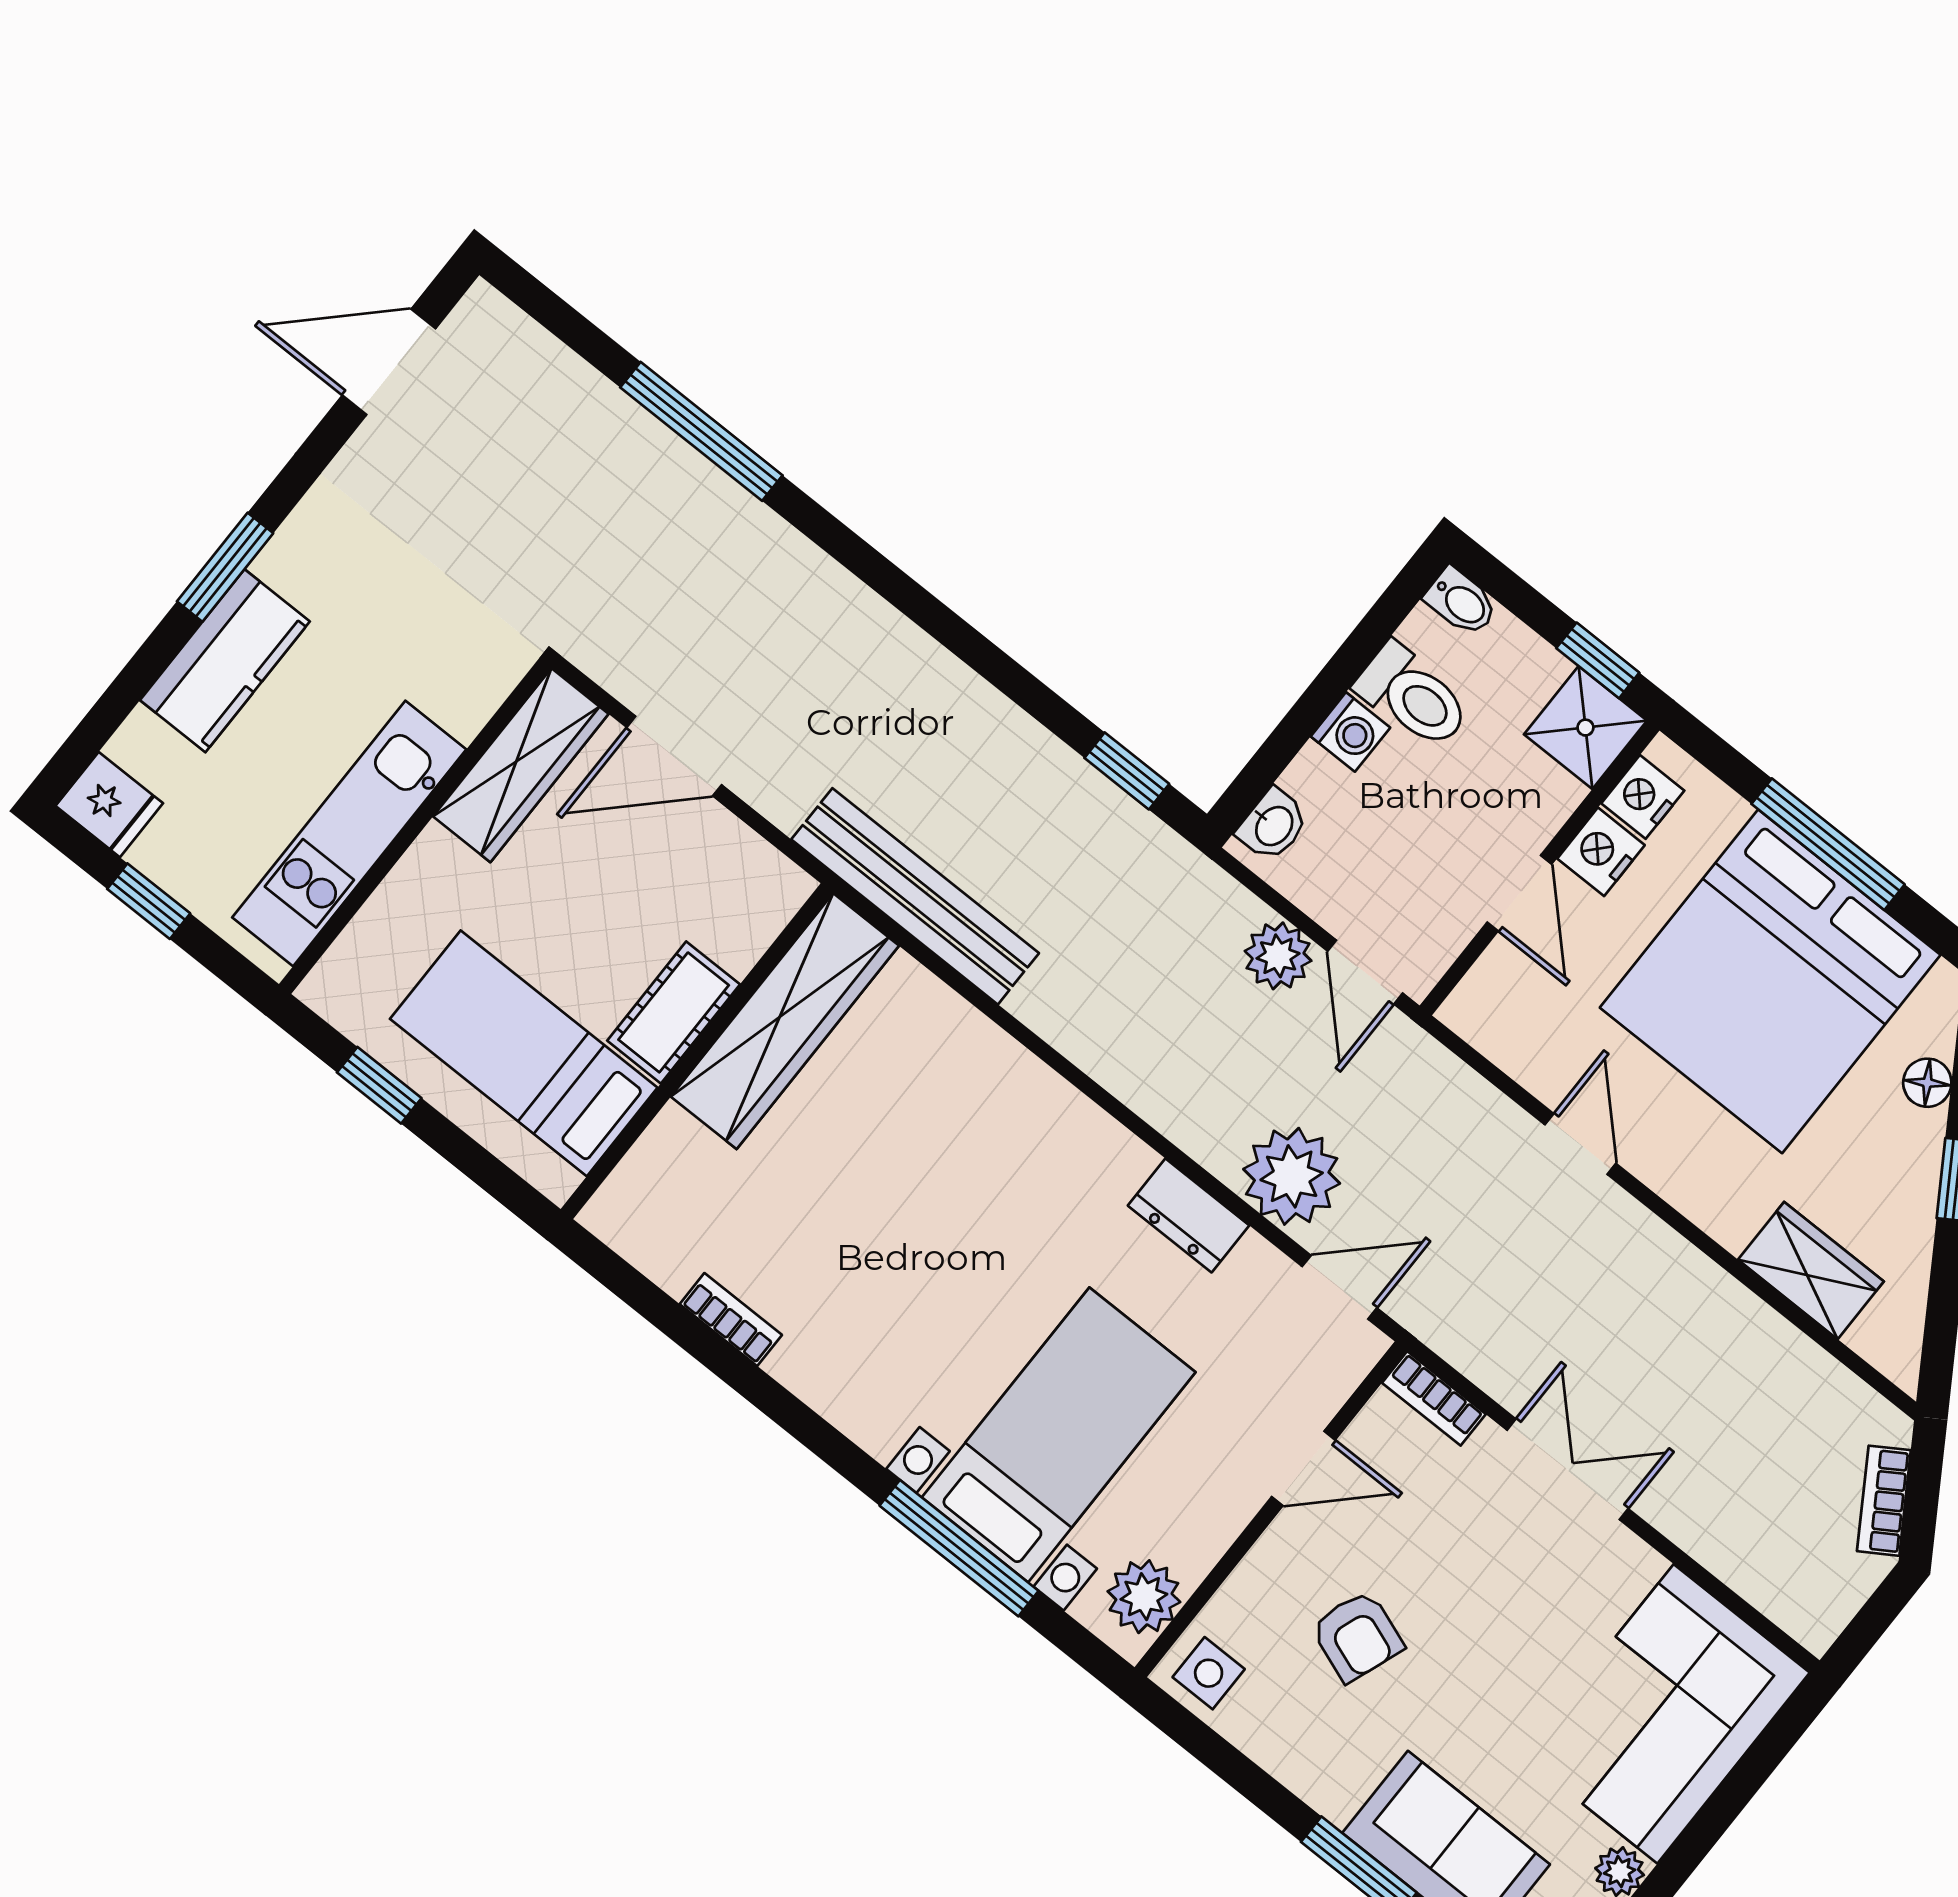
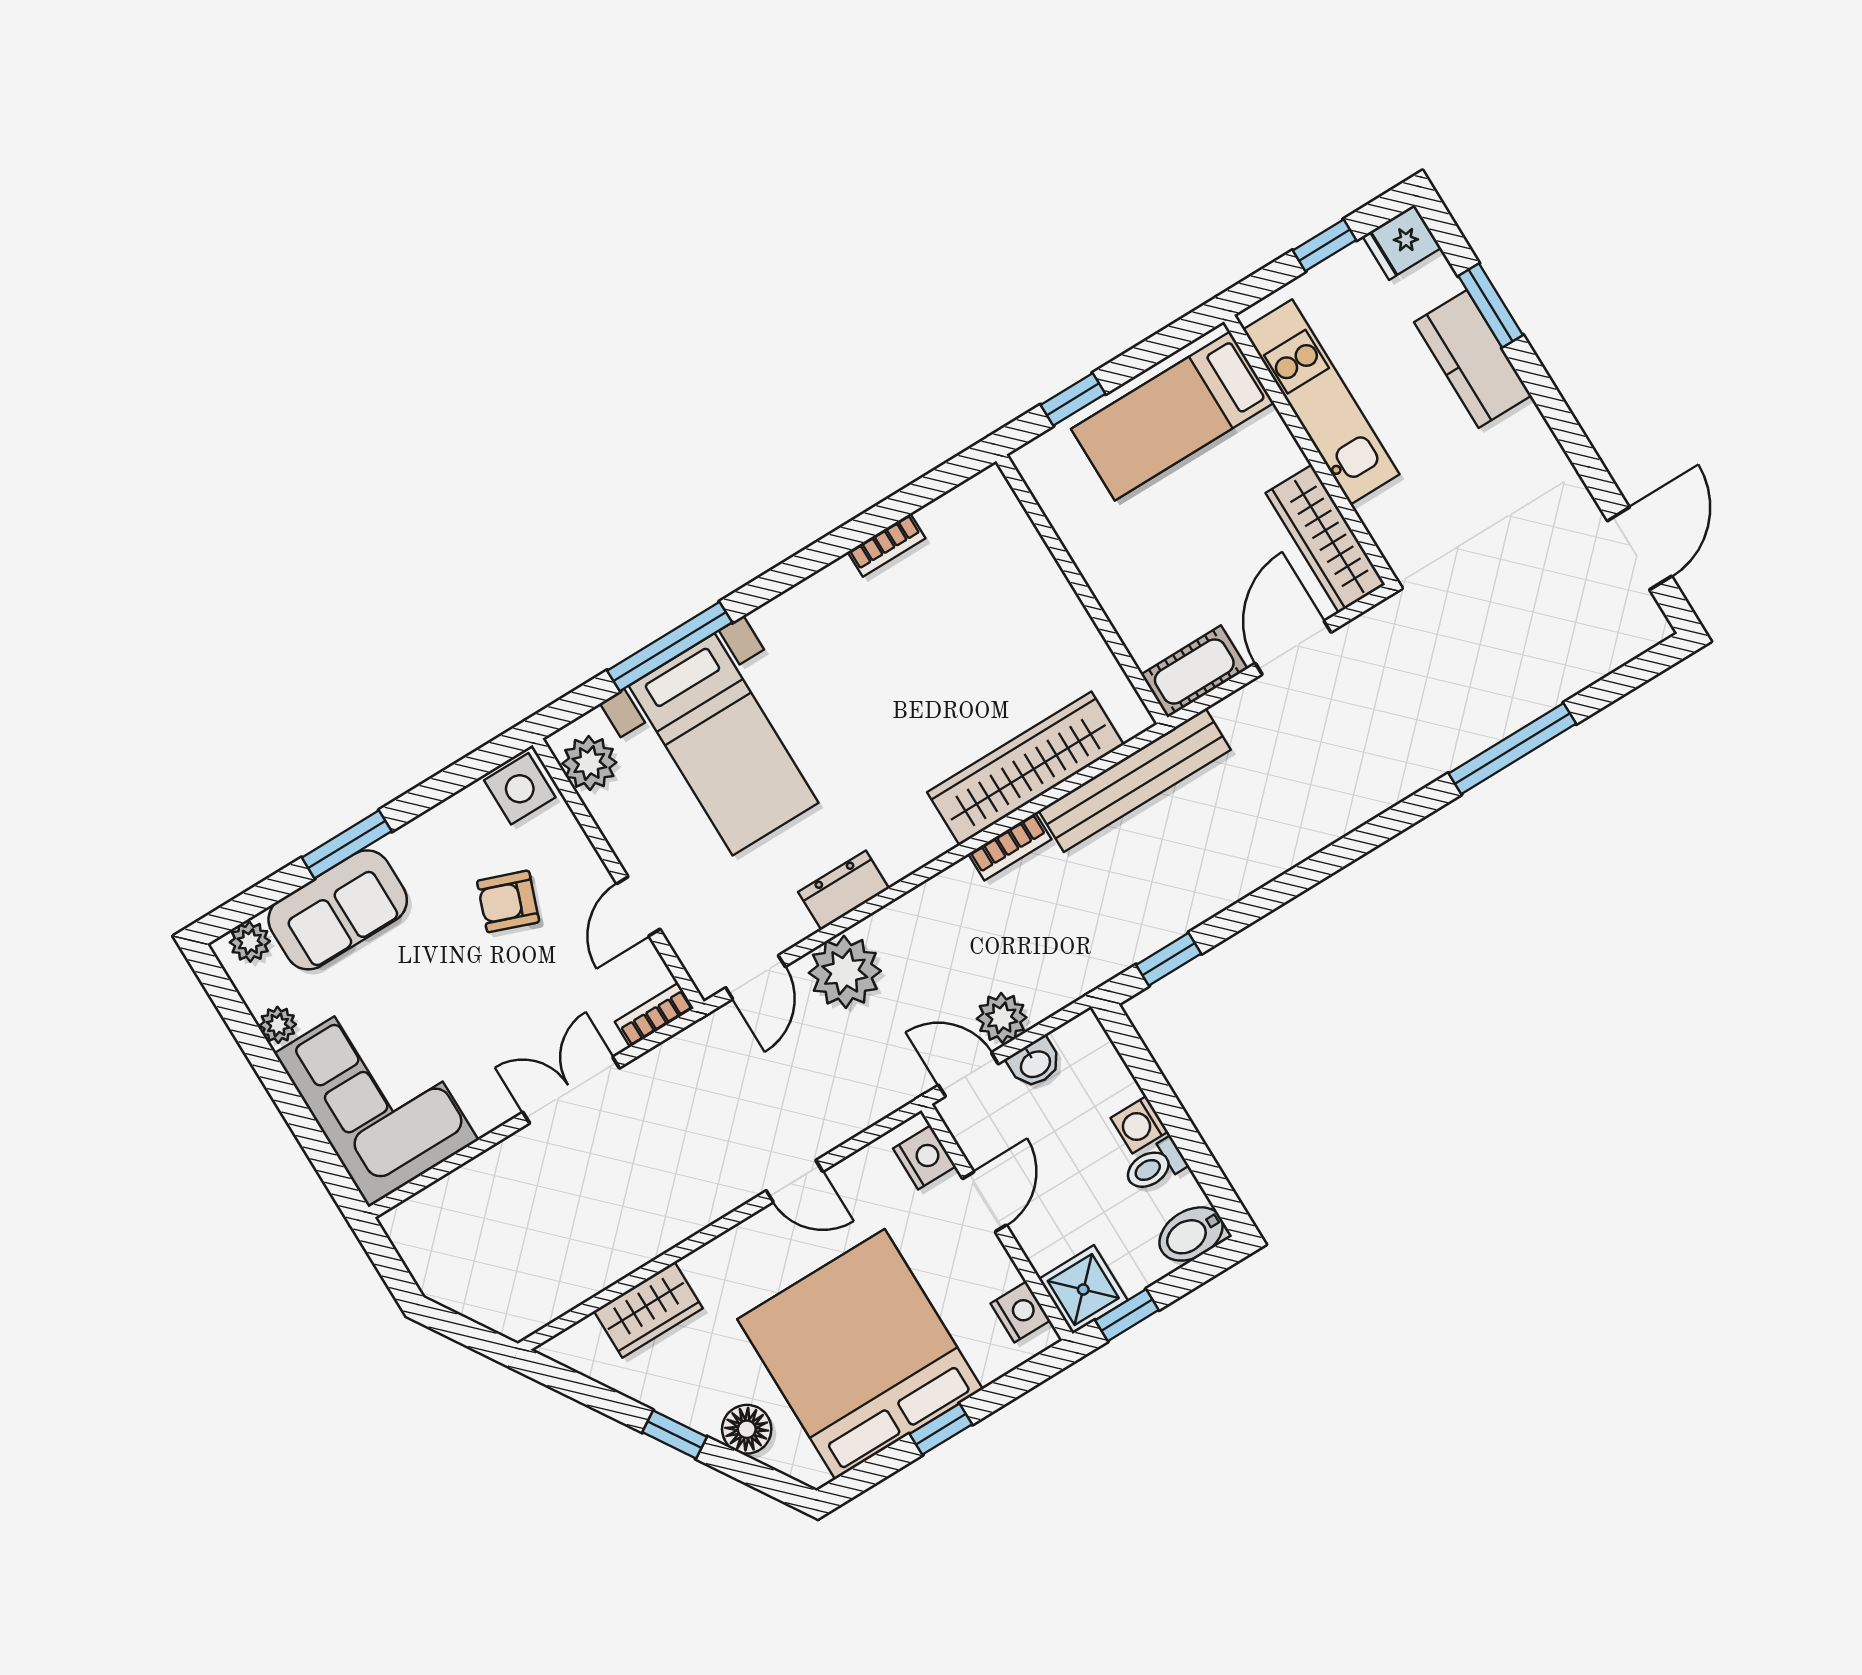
window: (225, 567) -> (1491, 306), moved
bidet: (1461, 602) -> (1191, 1234), width x1.38, depth x1.36
toilet: (1413, 696) -> (1155, 1166), width x0.73, depth x0.72
washbasin: (1273, 825) -> (1035, 1063), moved, turned -90
window: (1828, 844) -> (941, 1429), width x0.46
nightstand: (1601, 852) -> (924, 1157), moved
door: (1519, 893) -> (985, 1202), swing flipped
cot: (674, 1012) -> (1194, 672), moved, turned 90
wardrobe: (785, 1021) -> (1025, 768), moved, turned 90
bed: (524, 1053) -> (1173, 416), moved, turned 180
floor lamp: (1927, 1083) -> (747, 1429), width x1.37, depth x1.37
window: (379, 1085) -> (1073, 399), moved
double door: (1568, 1469) -> (571, 1090), swing flipped
bookcase: (1884, 1501) -> (1010, 847), moved, turned 122
side table: (1209, 1673) -> (520, 789), width x1.37, depth x1.37

